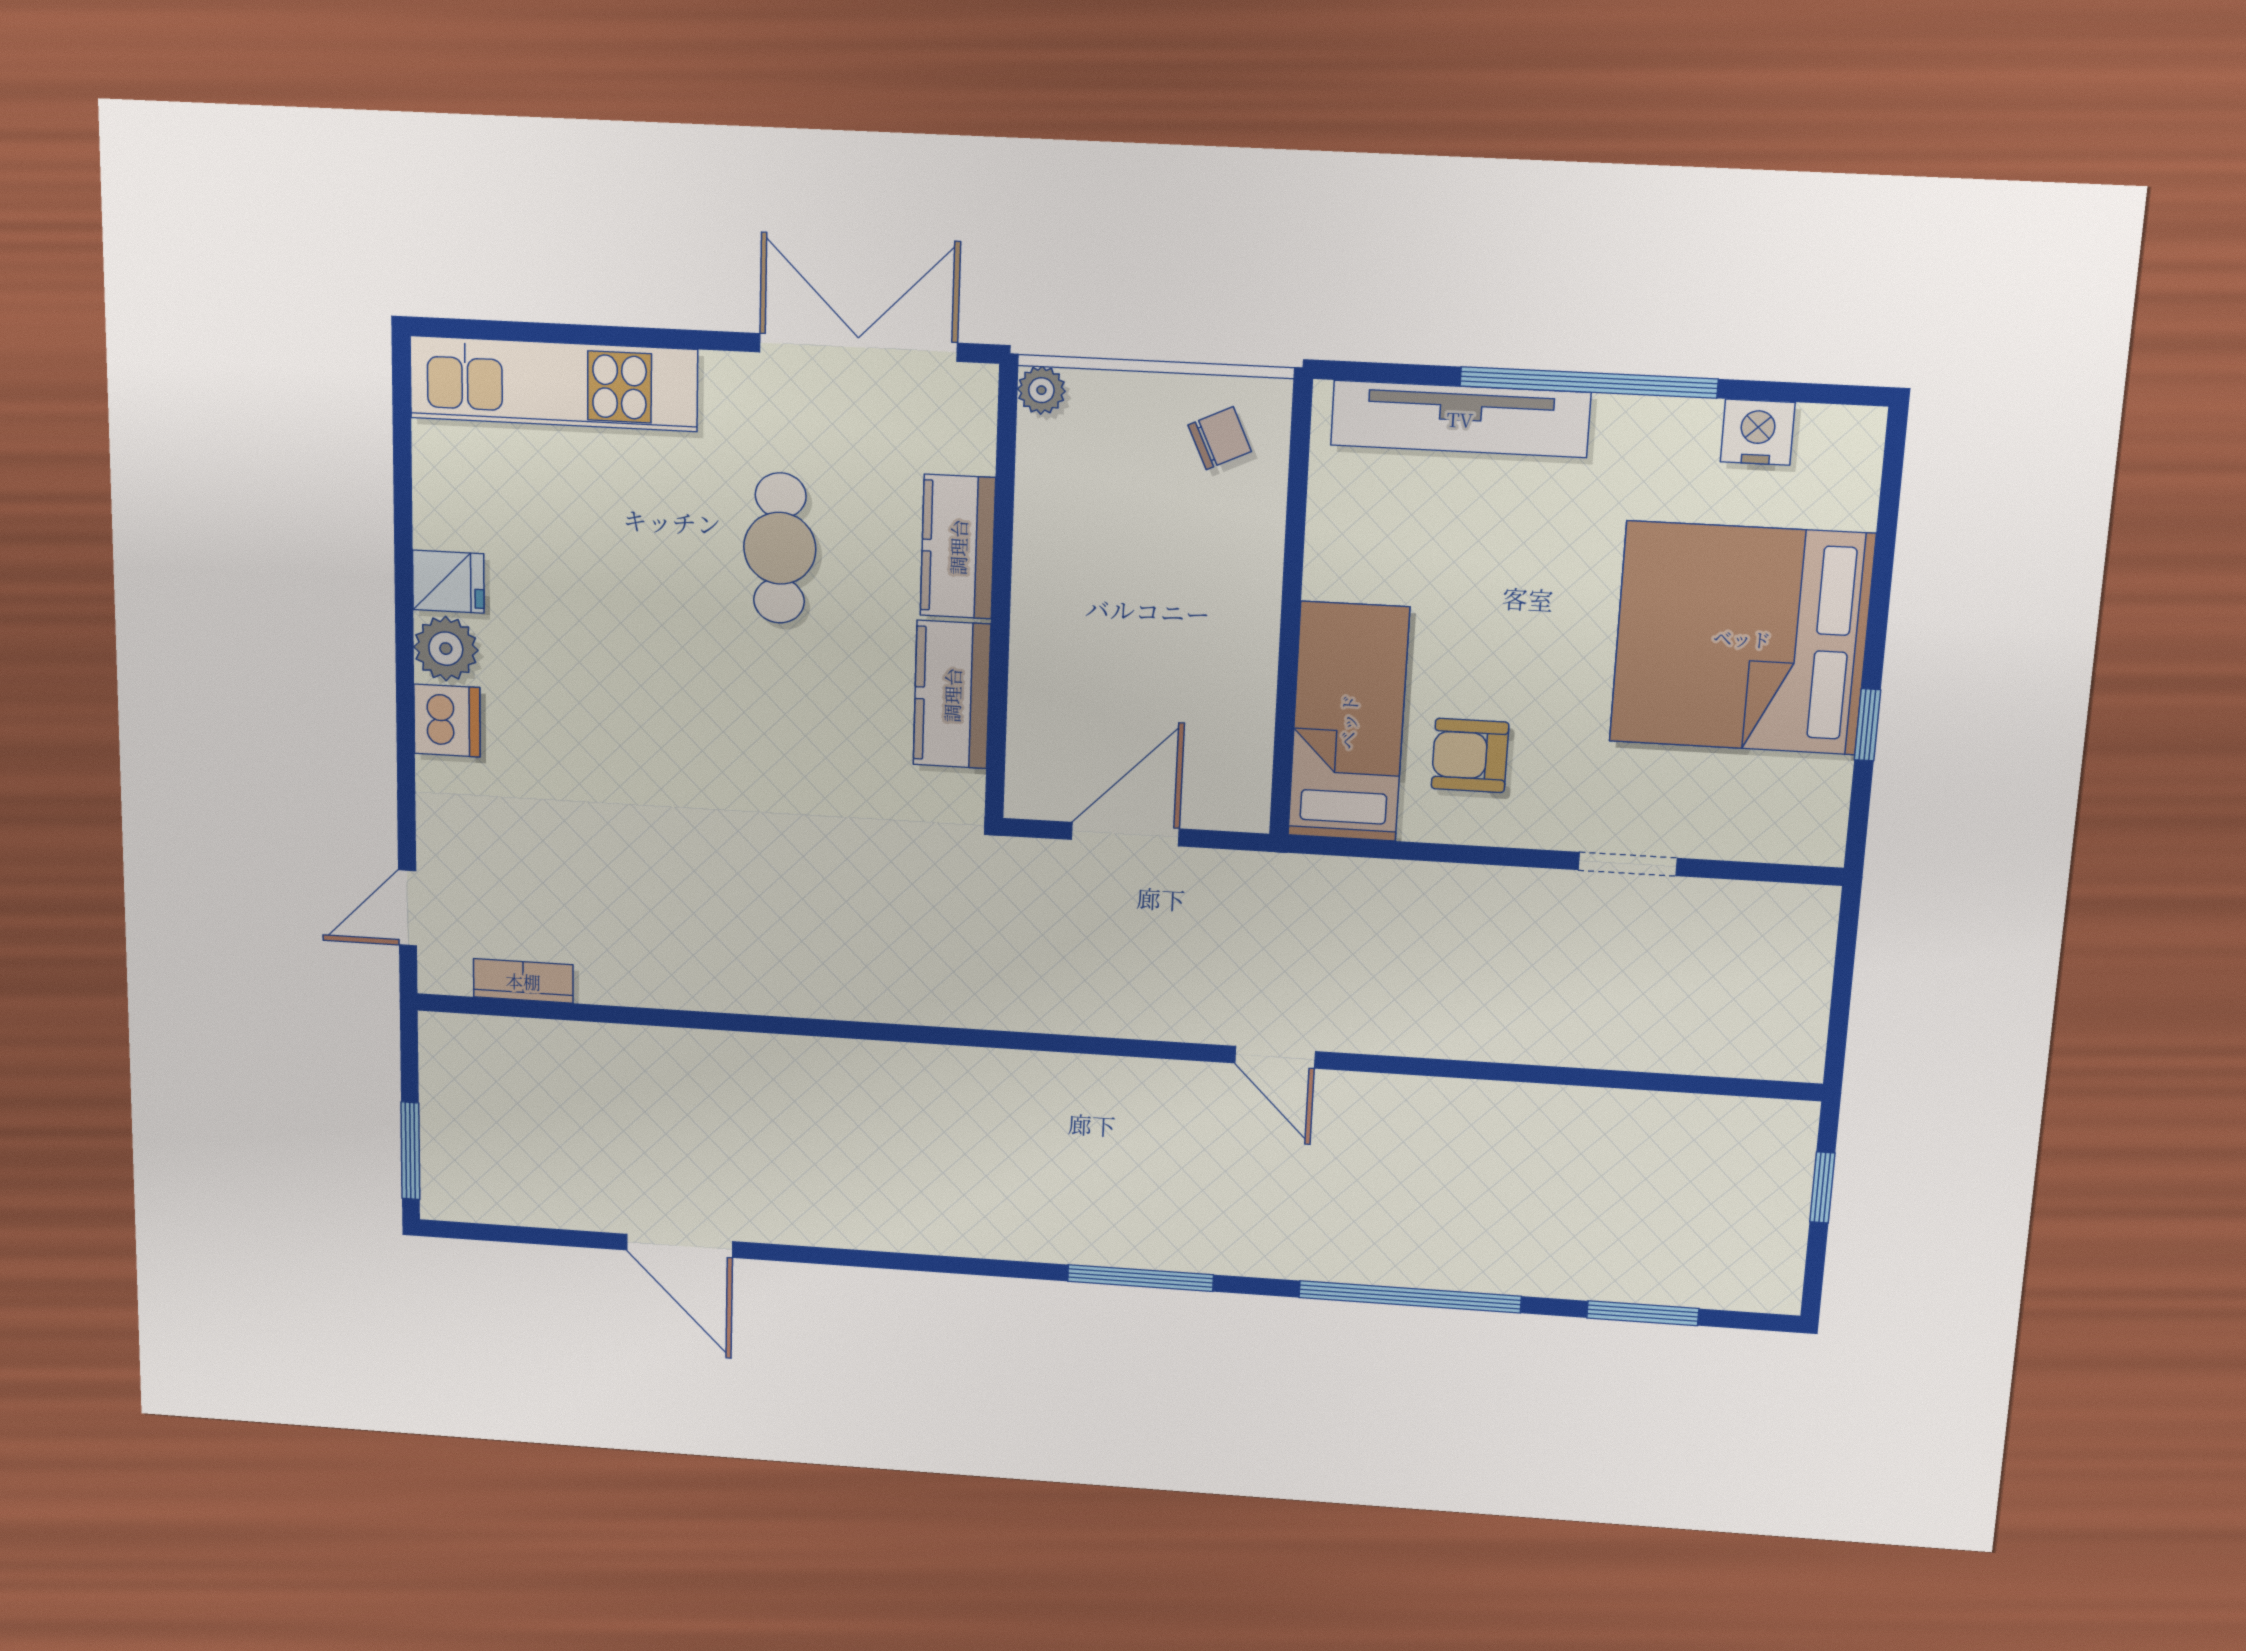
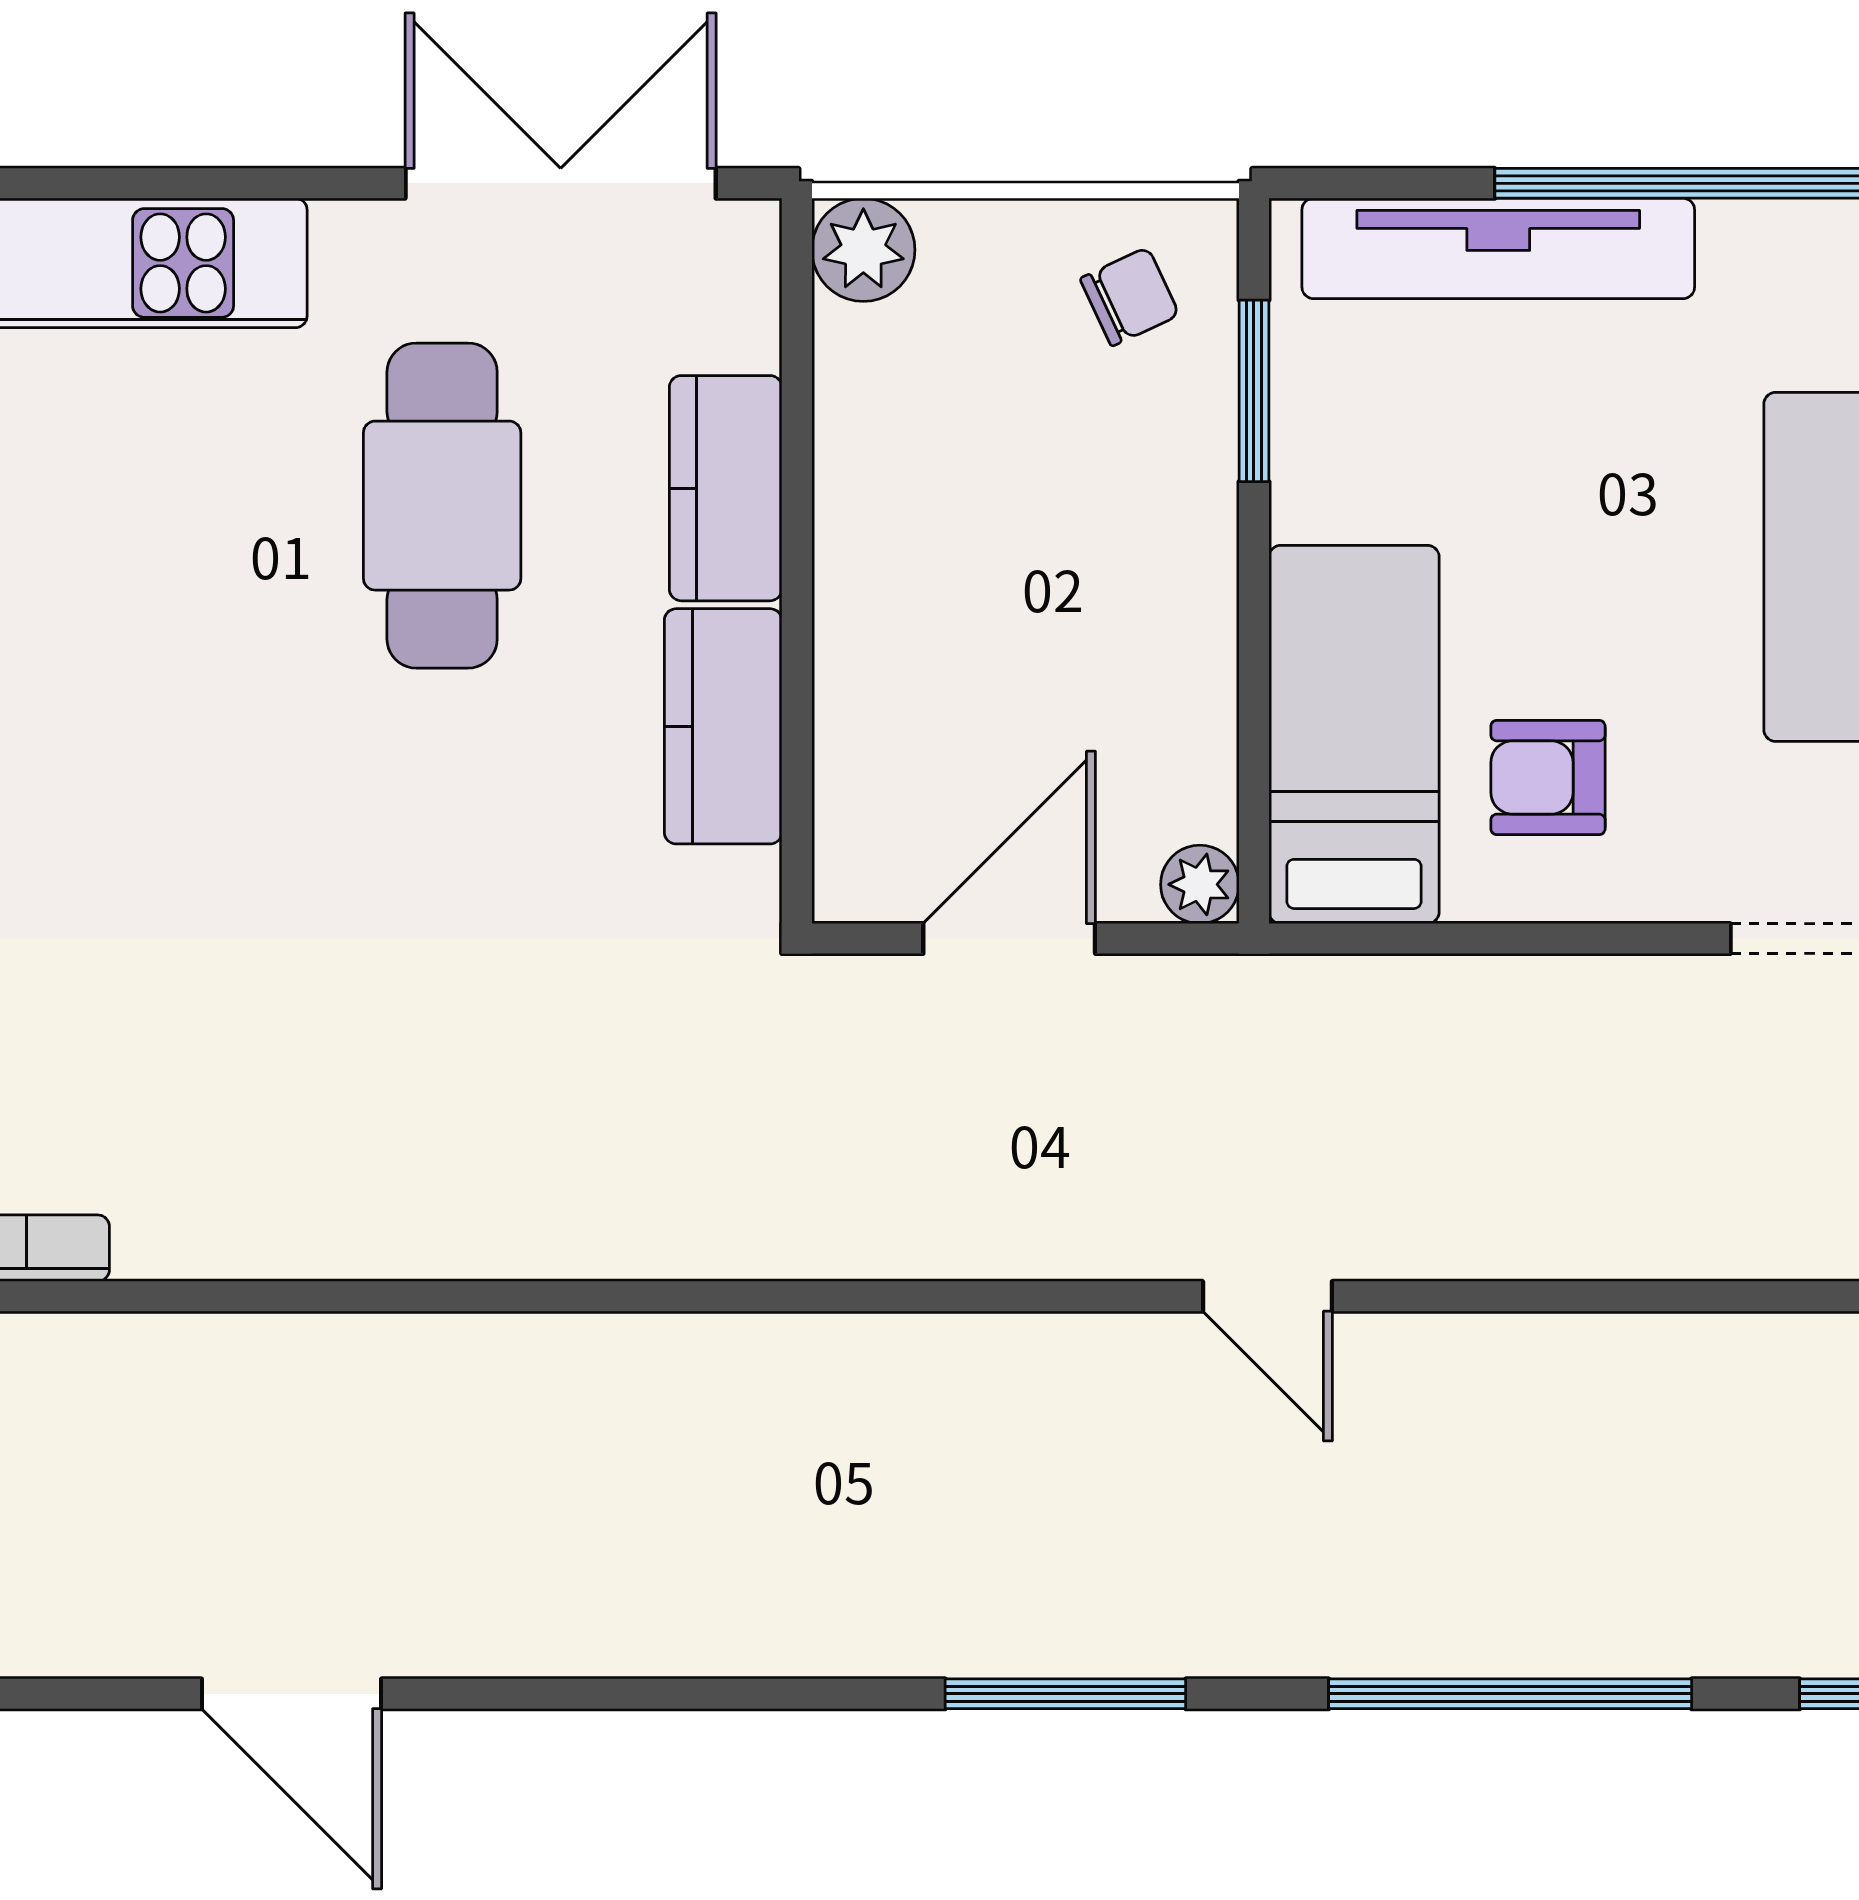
plant: (1041, 390) -> (863, 250), width x1.38, depth x1.38
window: (1297, 503) -> (1254, 391), added
cafe table: (780, 548) -> (442, 506), width x1.37, depth x1.35
plant: (1246, 808) -> (1200, 884), added

